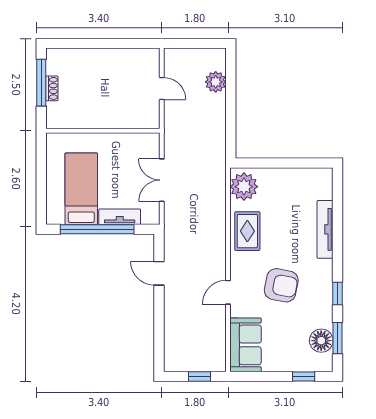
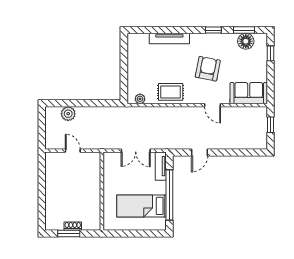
window: (41, 83) -> (69, 233), width x0.69
door: (162, 89) -> (73, 151), hinge flipped
plant: (244, 187) -> (140, 99), width x0.53, depth x0.53
tv unit: (120, 217) -> (161, 166), moved

